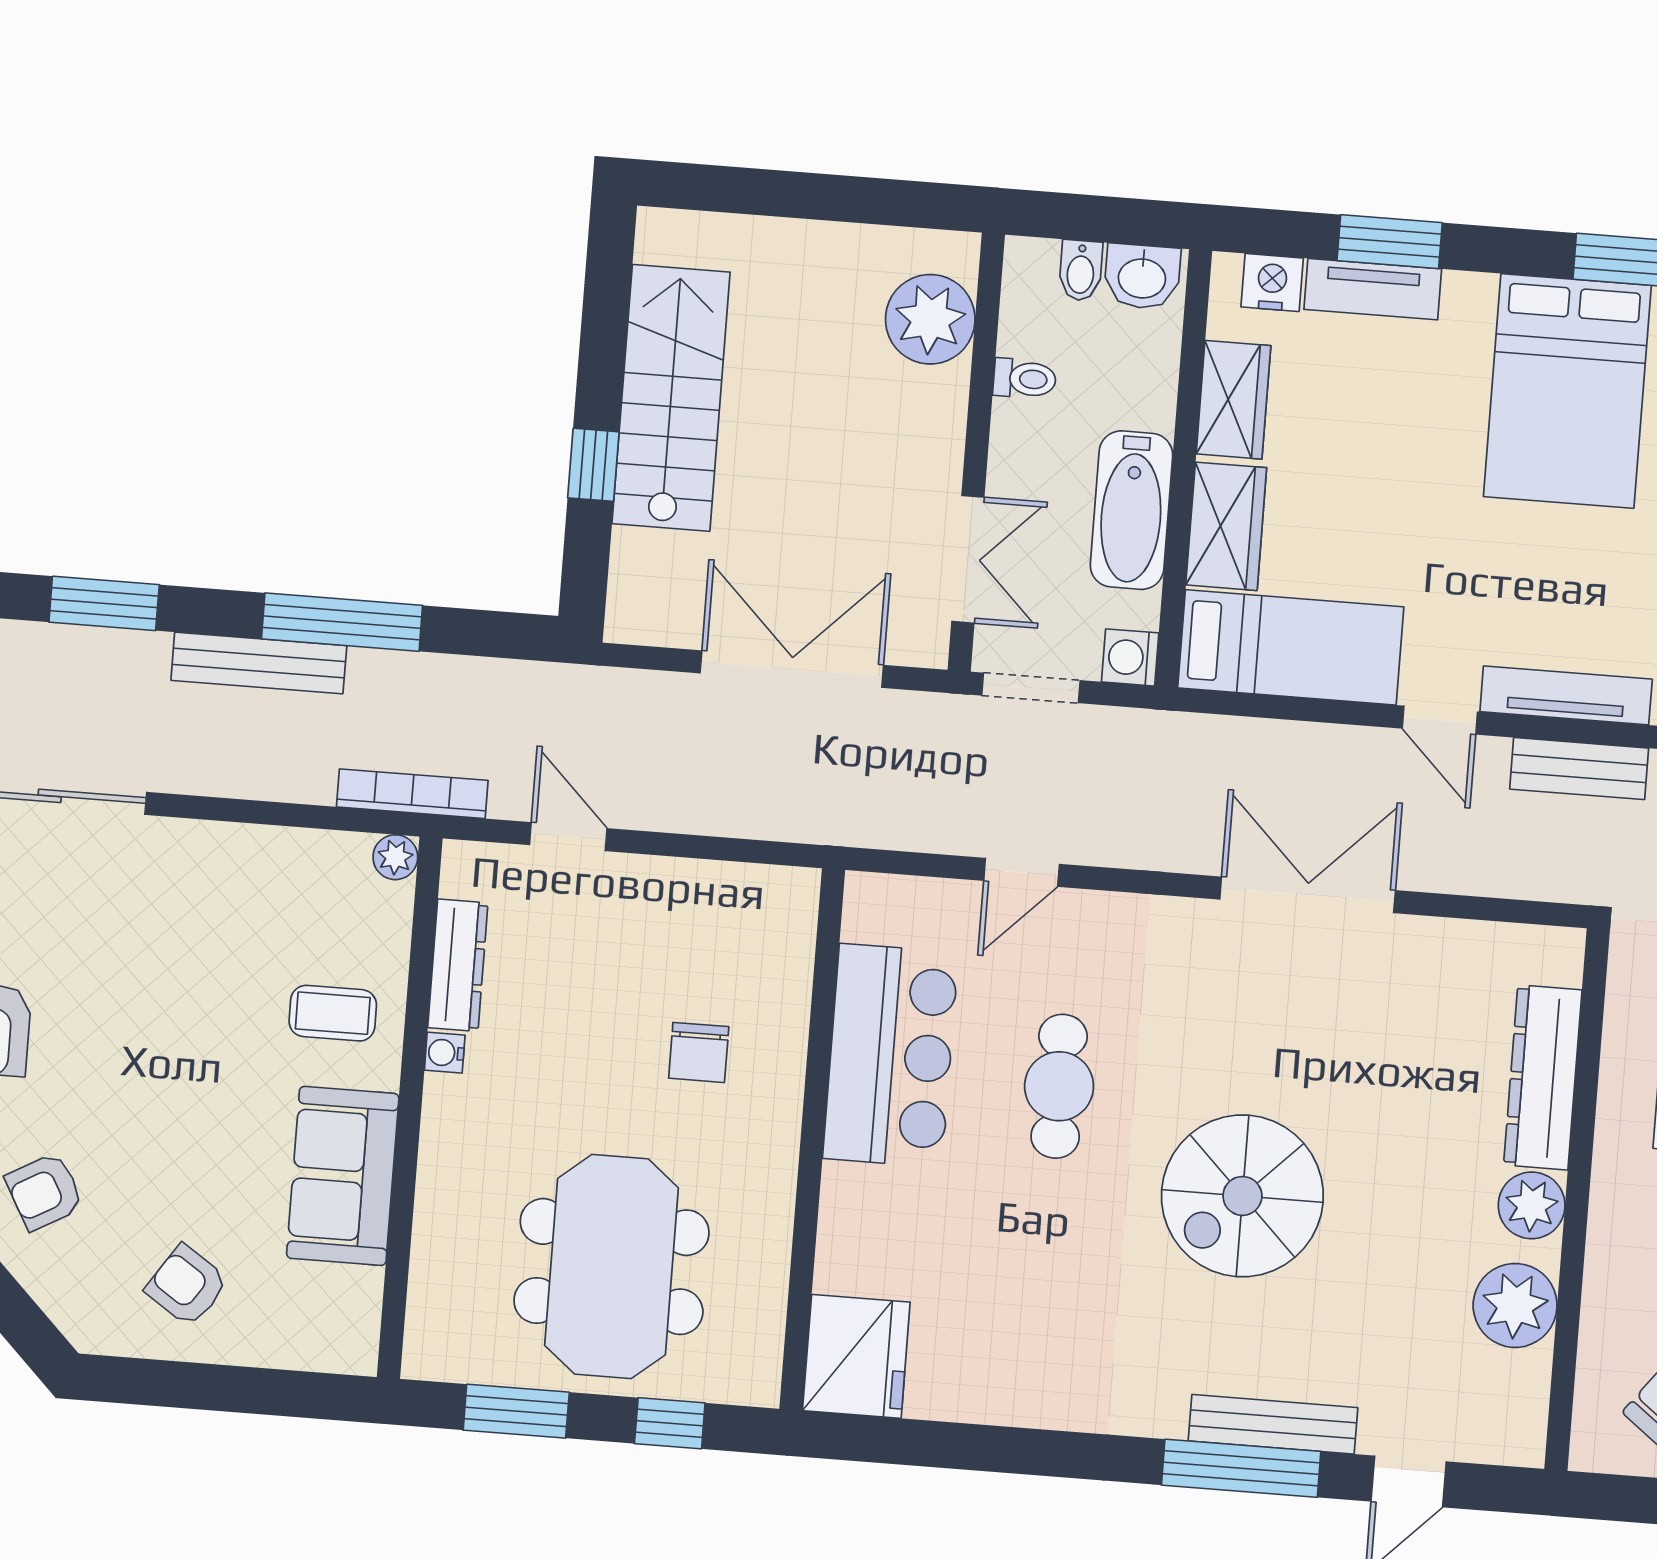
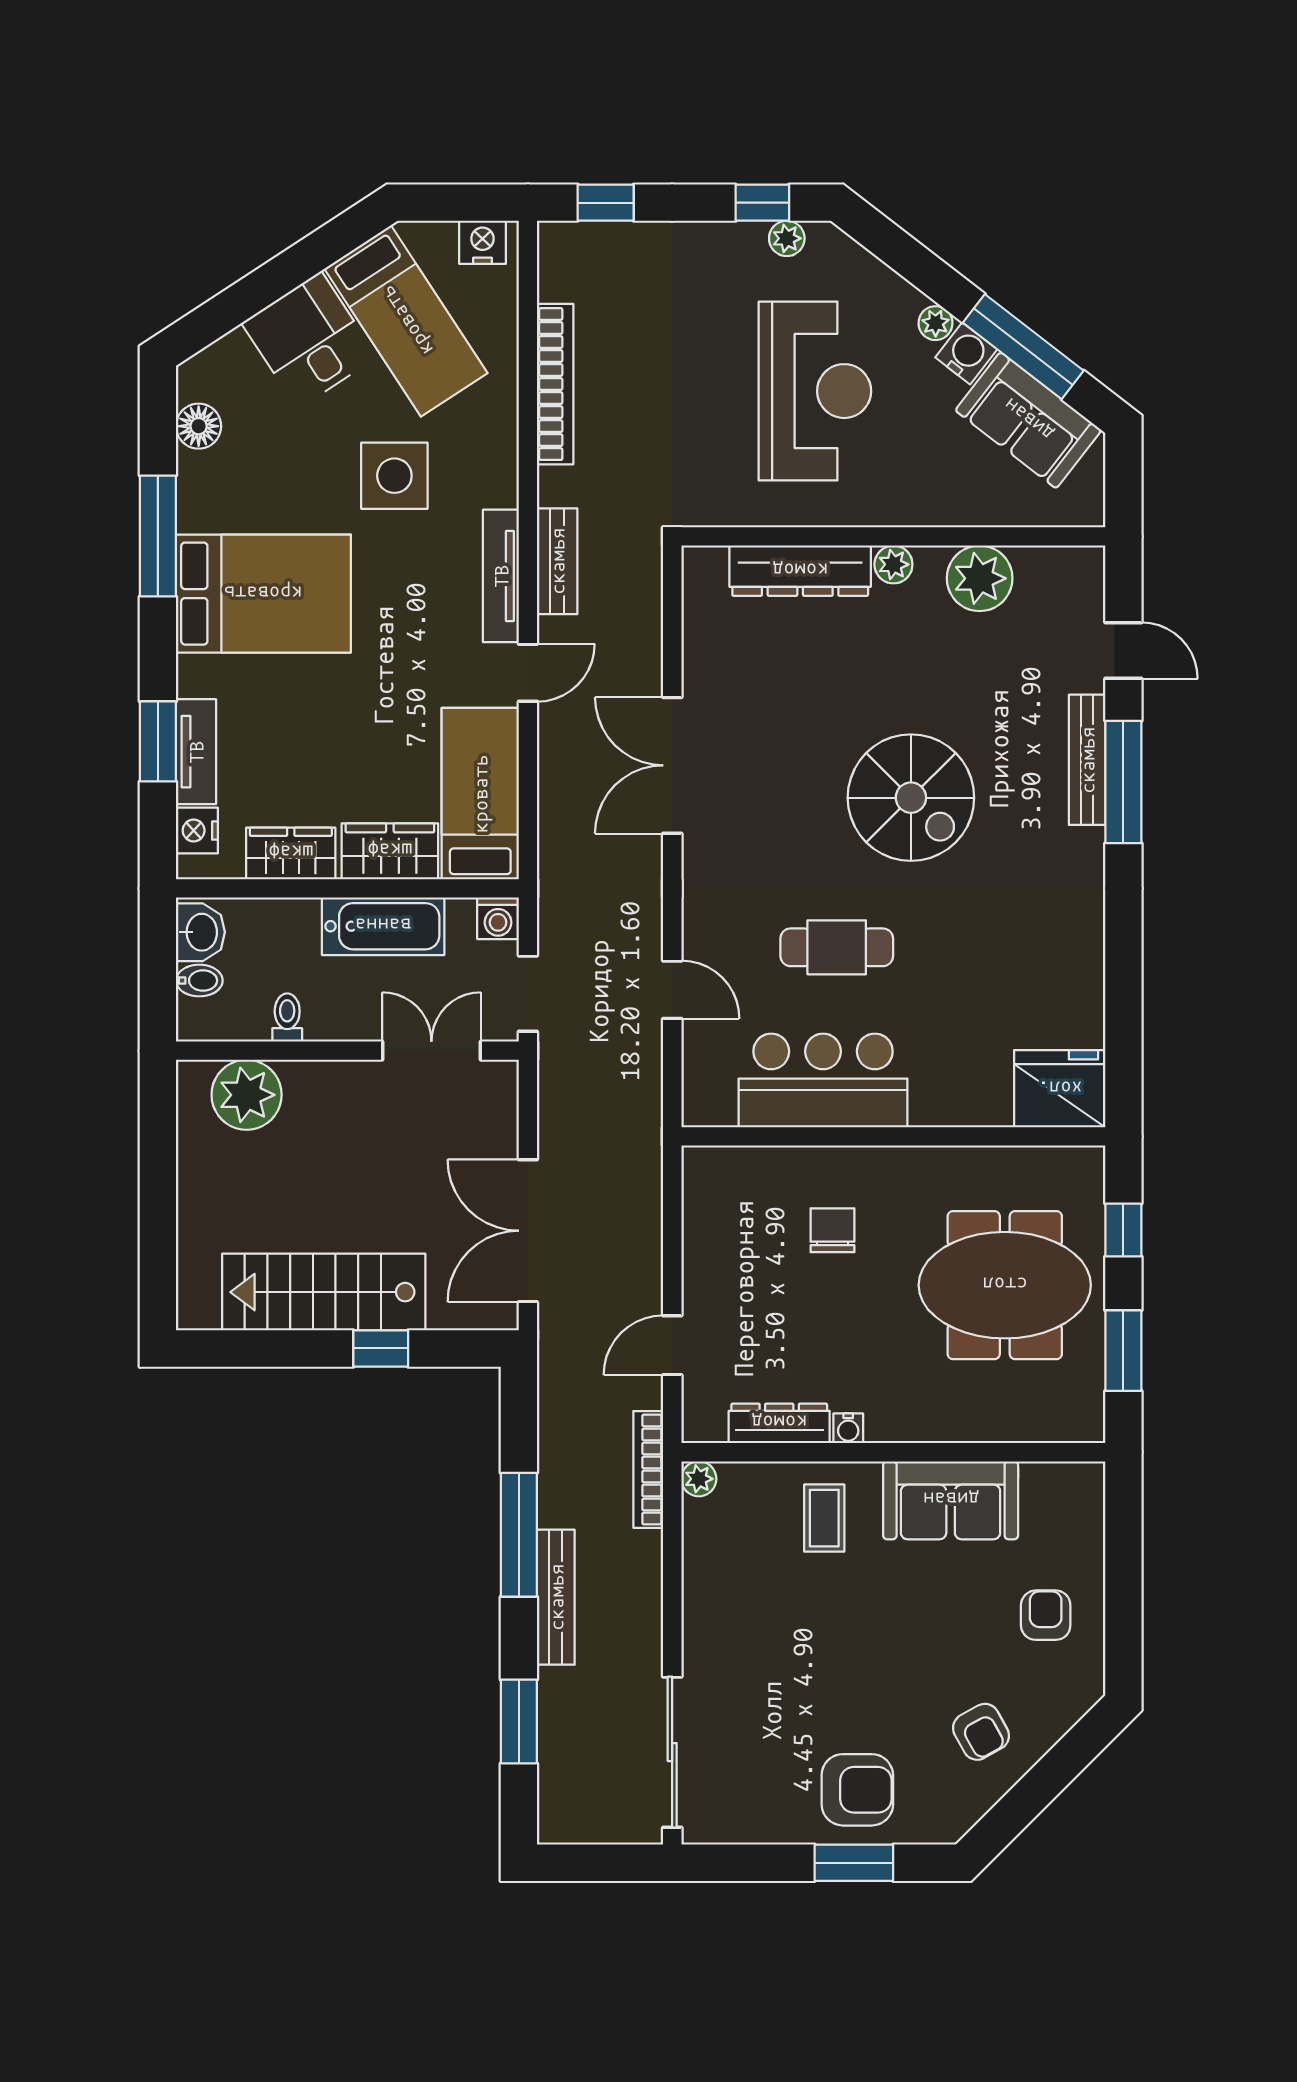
double door: (792, 669) -> (528, 1231), moved
chair: (699, 1052) -> (832, 1230), turned -90
plant: (1532, 1205) -> (893, 564), width x0.73, depth x0.73
armchair: (187, 1286) -> (1046, 1615), turned 146

